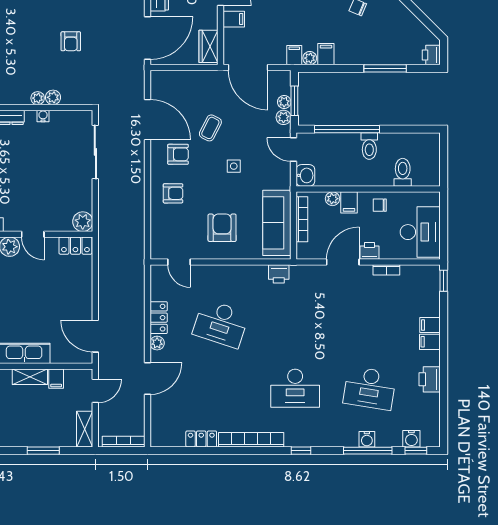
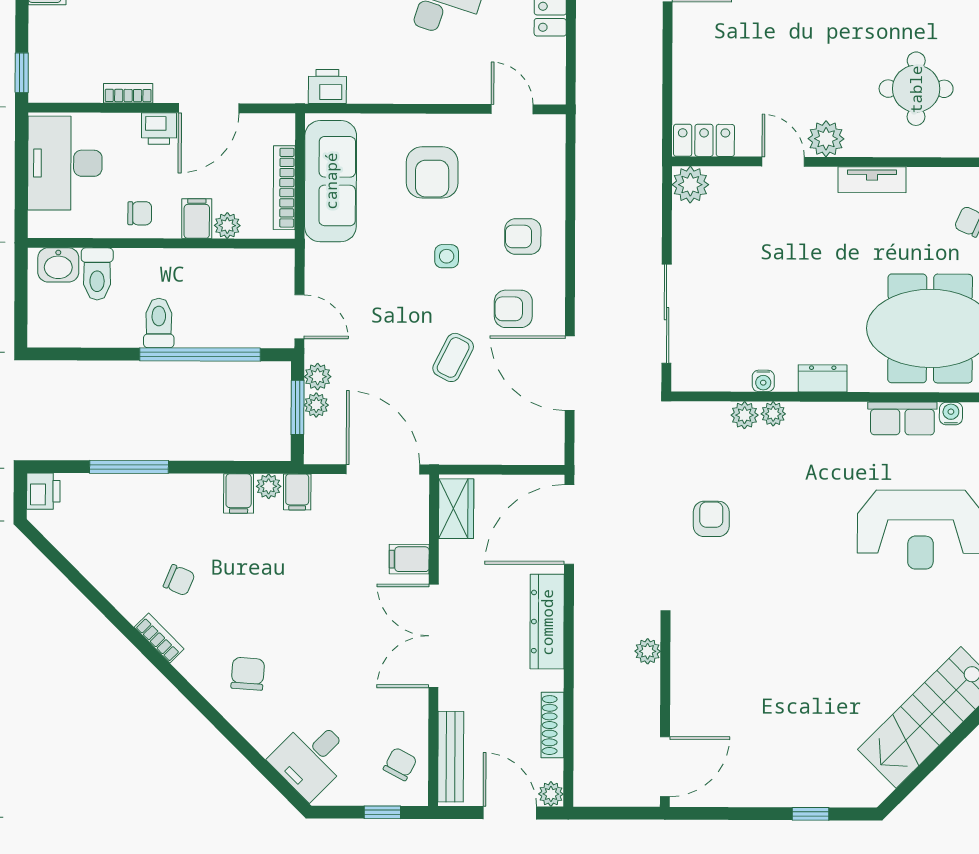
side table: (234, 166) -> (447, 256), moved
washbasin: (305, 175) -> (58, 265), moved, turned -90

